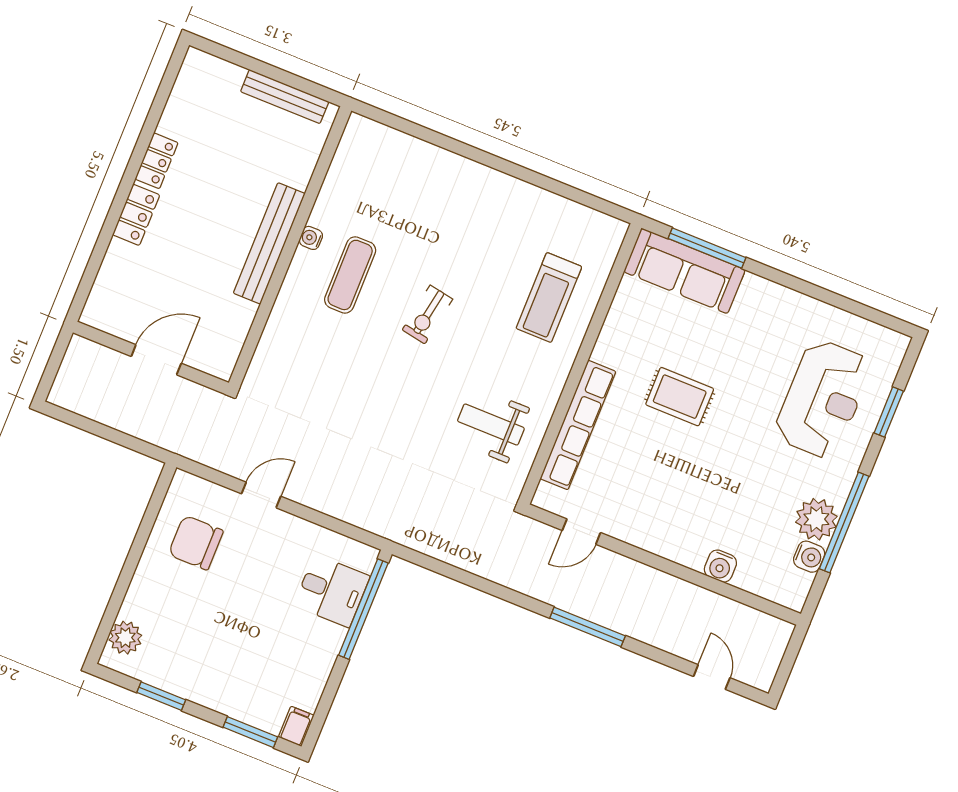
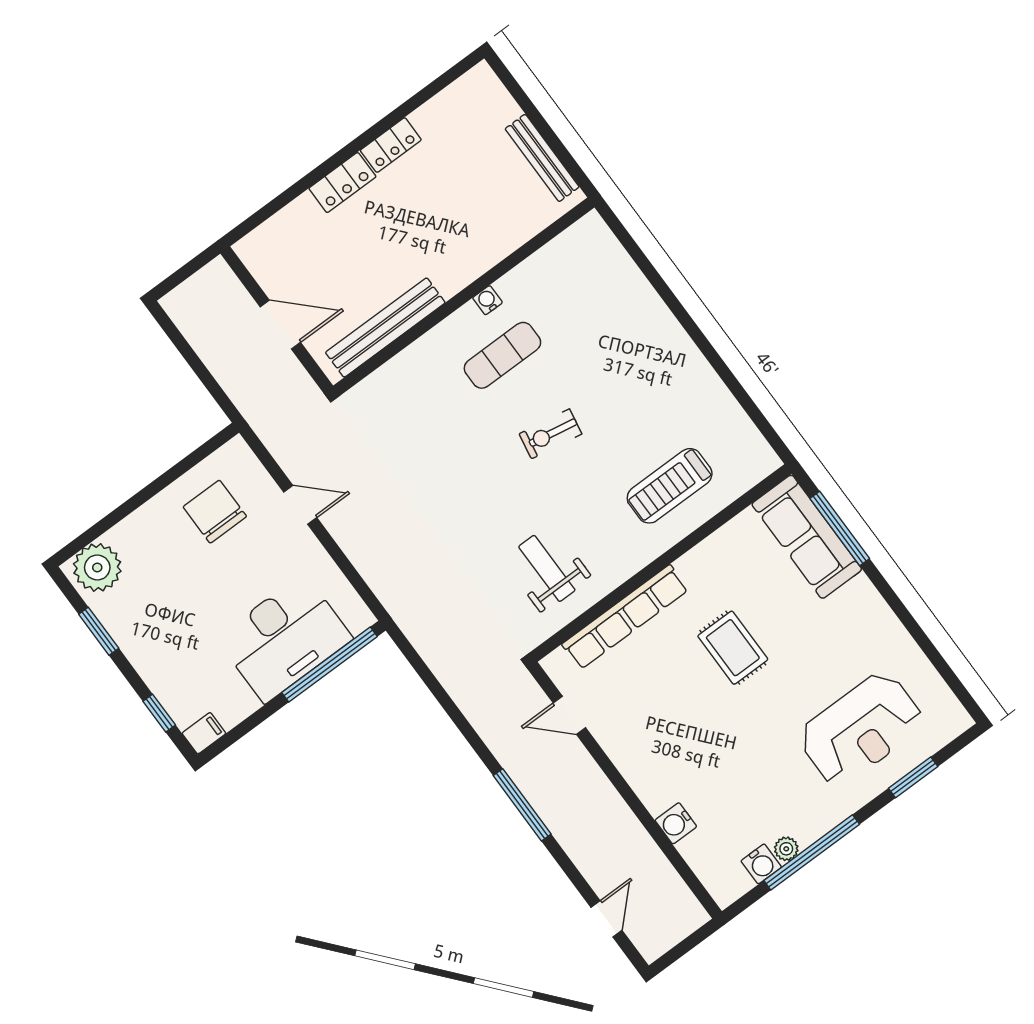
bench: (269, 243) -> (385, 328), moved
plant: (816, 519) -> (786, 849), width x0.53, depth x0.53
desk: (332, 591) -> (284, 638), width x1.87, depth x1.30
plant: (125, 638) -> (97, 568), width x1.36, depth x1.36
window: (250, 732) -> (159, 713), width x0.67

